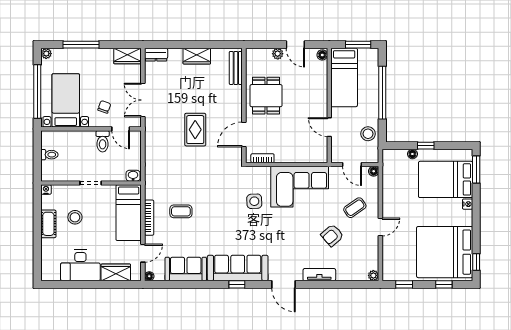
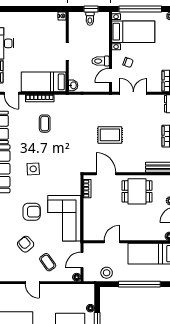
window: (37, 153) -> (91, 9), added
side table: (254, 201) -> (33, 169), moved
stool: (75, 217) -> (40, 39), removed
cot: (48, 224) -> (35, 18), removed
armchair: (292, 228) -> (32, 212), added

